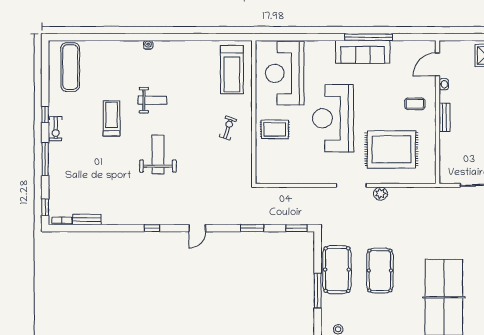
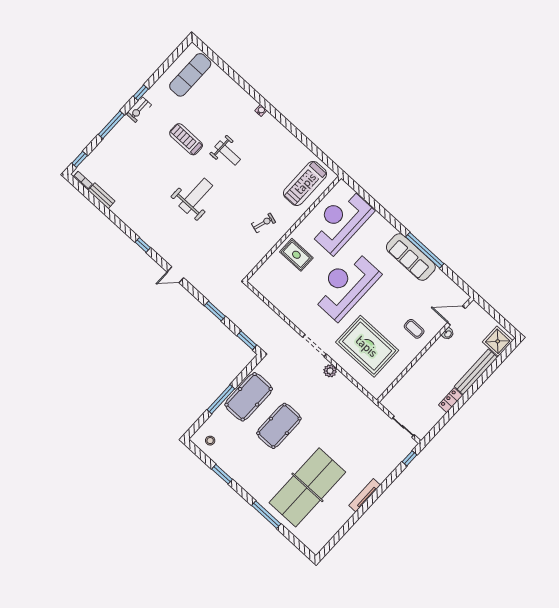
bench: (445, 117) -> (427, 358), removed
treadmill: (112, 118) -> (186, 139), turned -90

